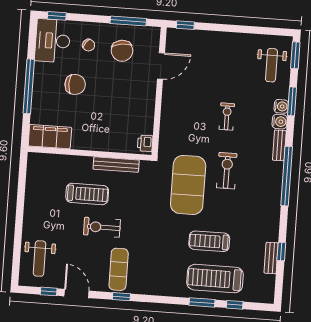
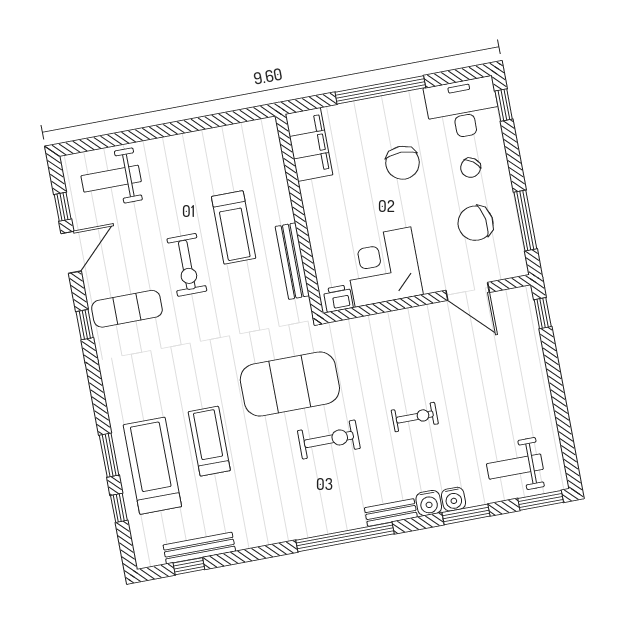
corner desk: (134, 112) -> (383, 267), added
exercise bike: (102, 227) -> (187, 265), turned 180
window: (281, 252) -> (189, 566), moved
bench: (271, 258) -> (199, 548), width x1.36

